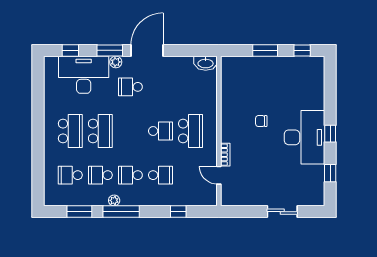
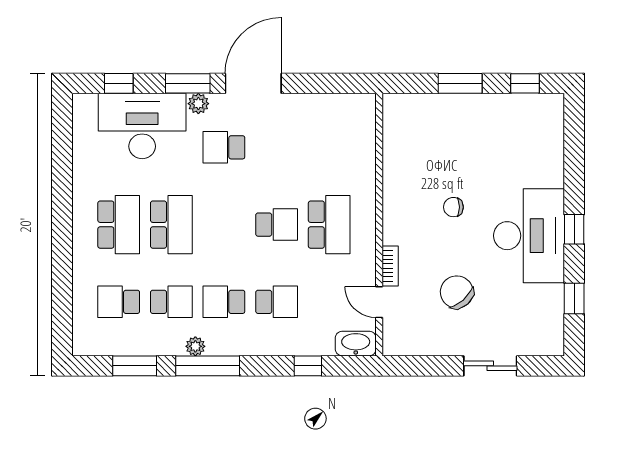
washbasin: (206, 63) -> (356, 344), moved, turned 180
chair: (263, 170) -> (457, 292), added
school desk: (100, 175) -> (171, 302), turned 180

